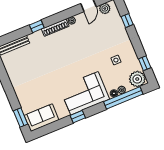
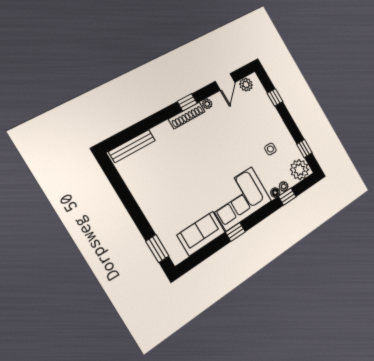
window: (37, 26) -> (187, 102), moved
window: (123, 98) -> (287, 197), width x0.32
sofa: (41, 118) -> (201, 234), moved

